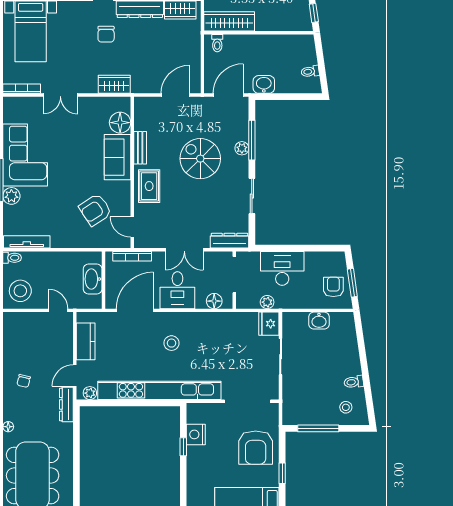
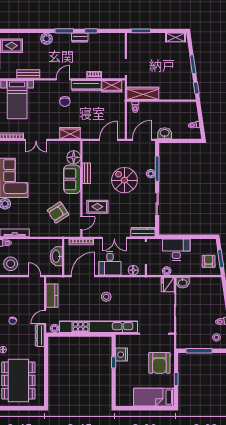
rug: (149, 186) -> (97, 207), moved, turned 90
door: (132, 227) -> (81, 223), swing flipped
washbasin: (319, 321) -> (183, 283), moved

